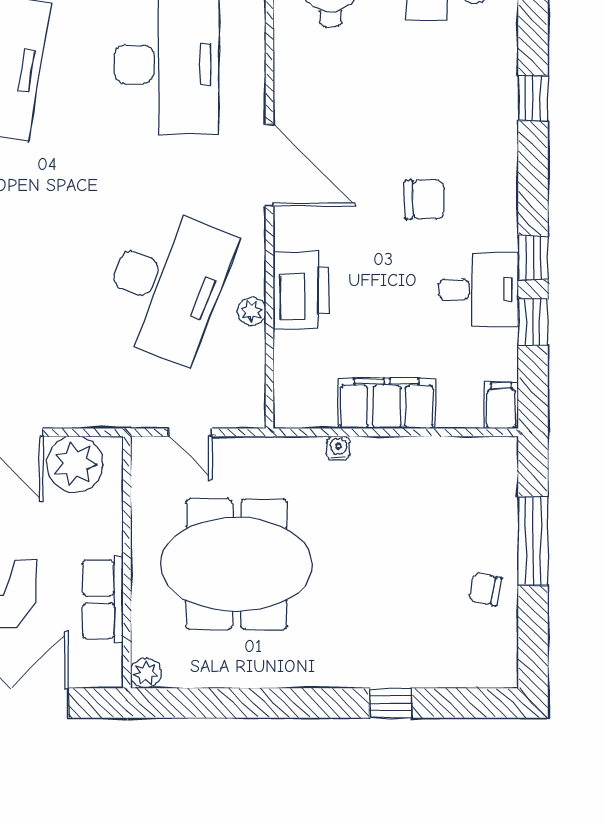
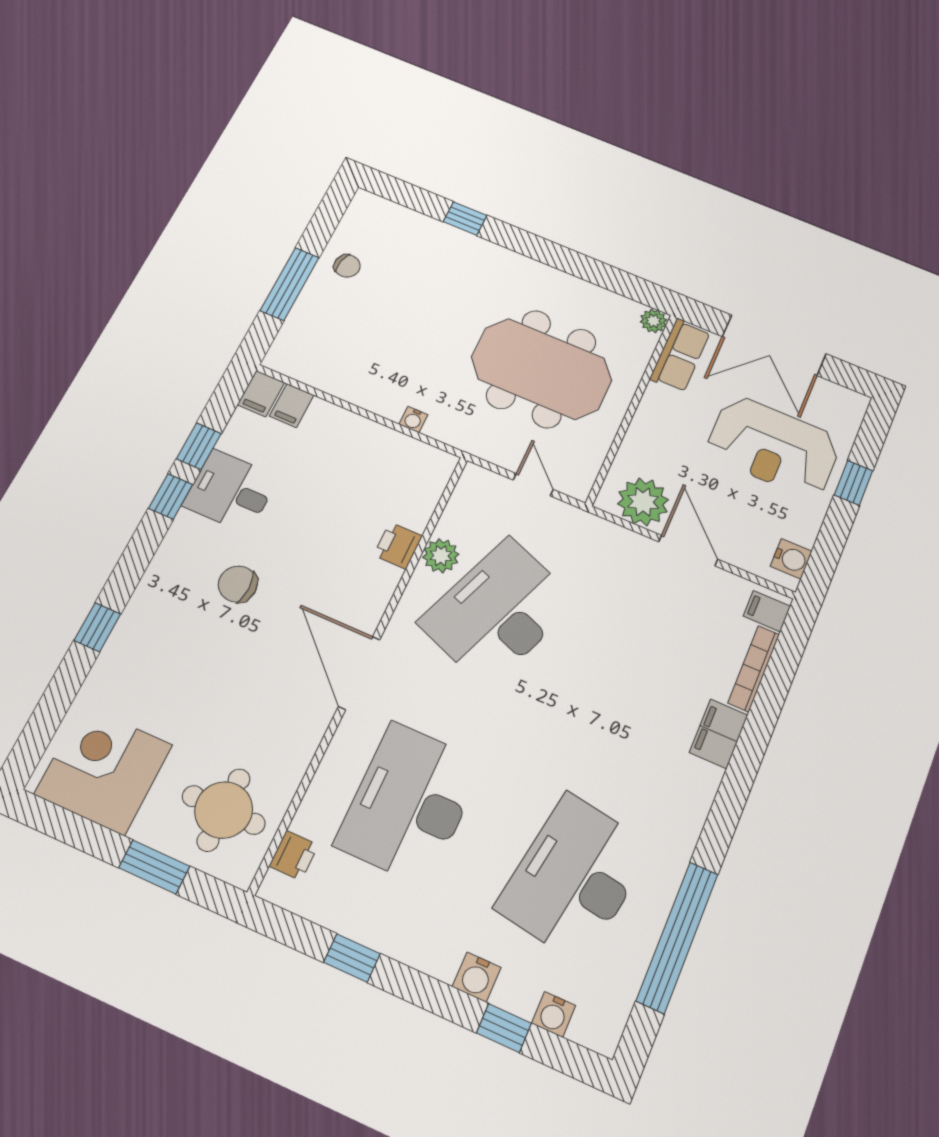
printer: (301, 290) -> (398, 546), width x0.53, depth x0.68
plant: (252, 311) -> (441, 556), width x1.38, depth x1.38
filing cabinet: (387, 403) -> (292, 406), moved, width x0.33, depth x0.86
row of seats: (103, 599) -> (680, 355), moved

